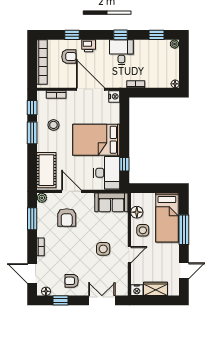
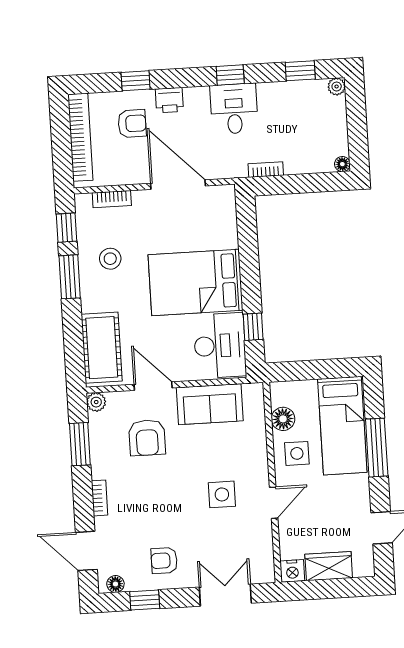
nightstand: (114, 96) -> (225, 196), removed
sofa: (111, 202) -> (210, 404), moved

